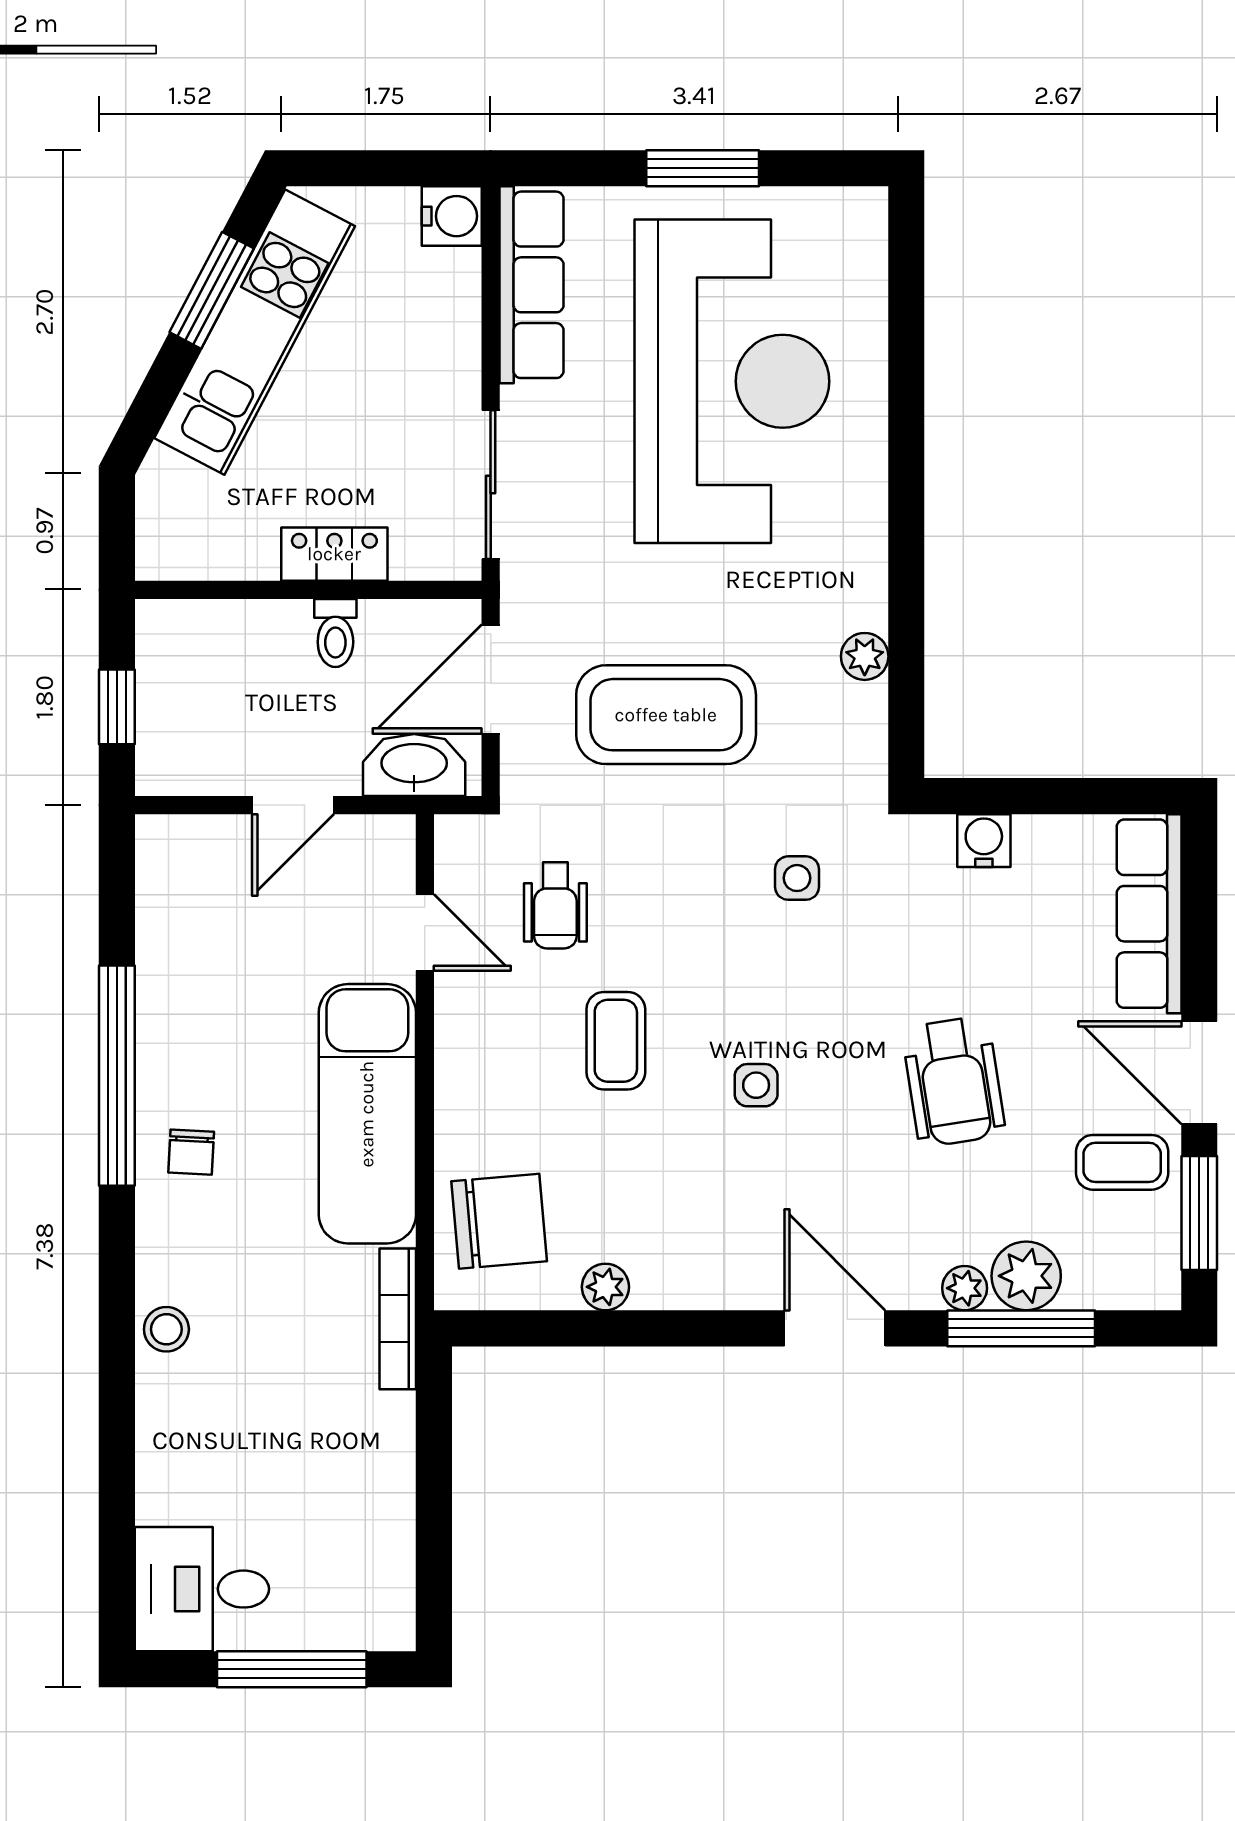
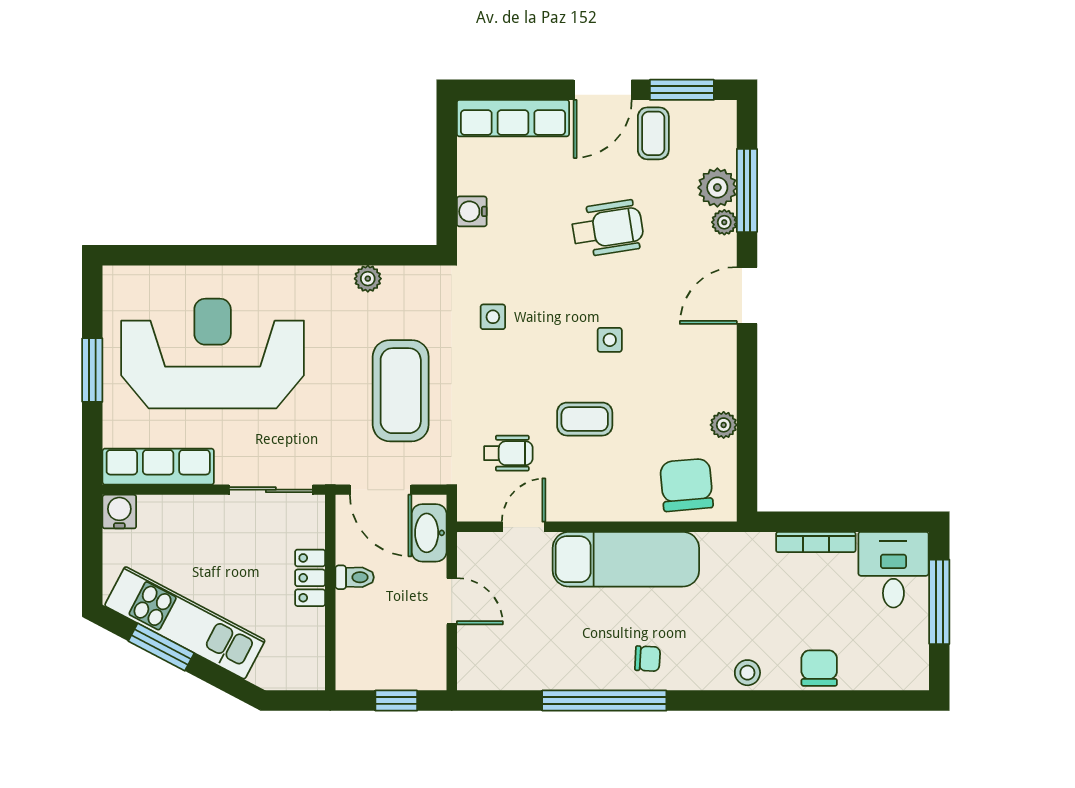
bookcase: (398, 1319) -> (816, 542), moved
chair: (174, 1456) -> (819, 668), added
desk: (202, 1589) -> (893, 570), moved, turned 180

